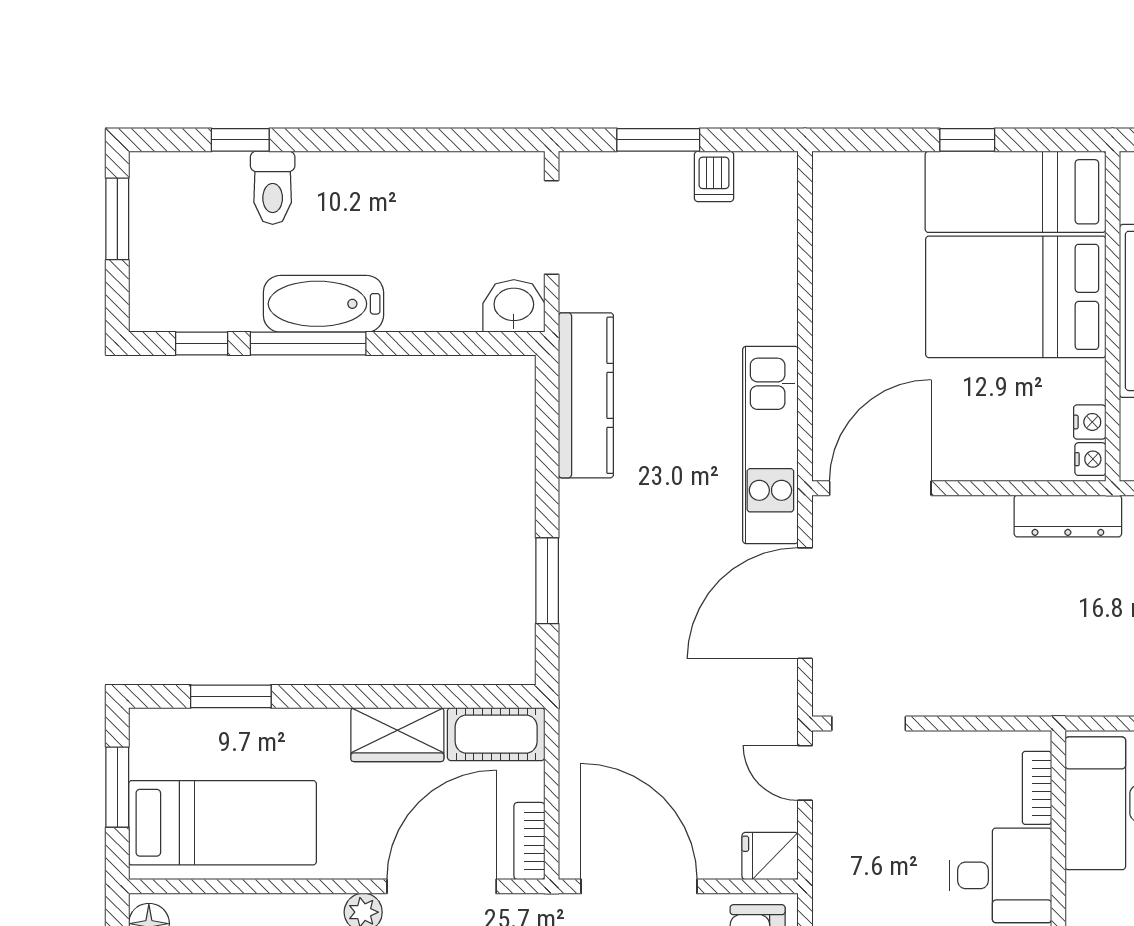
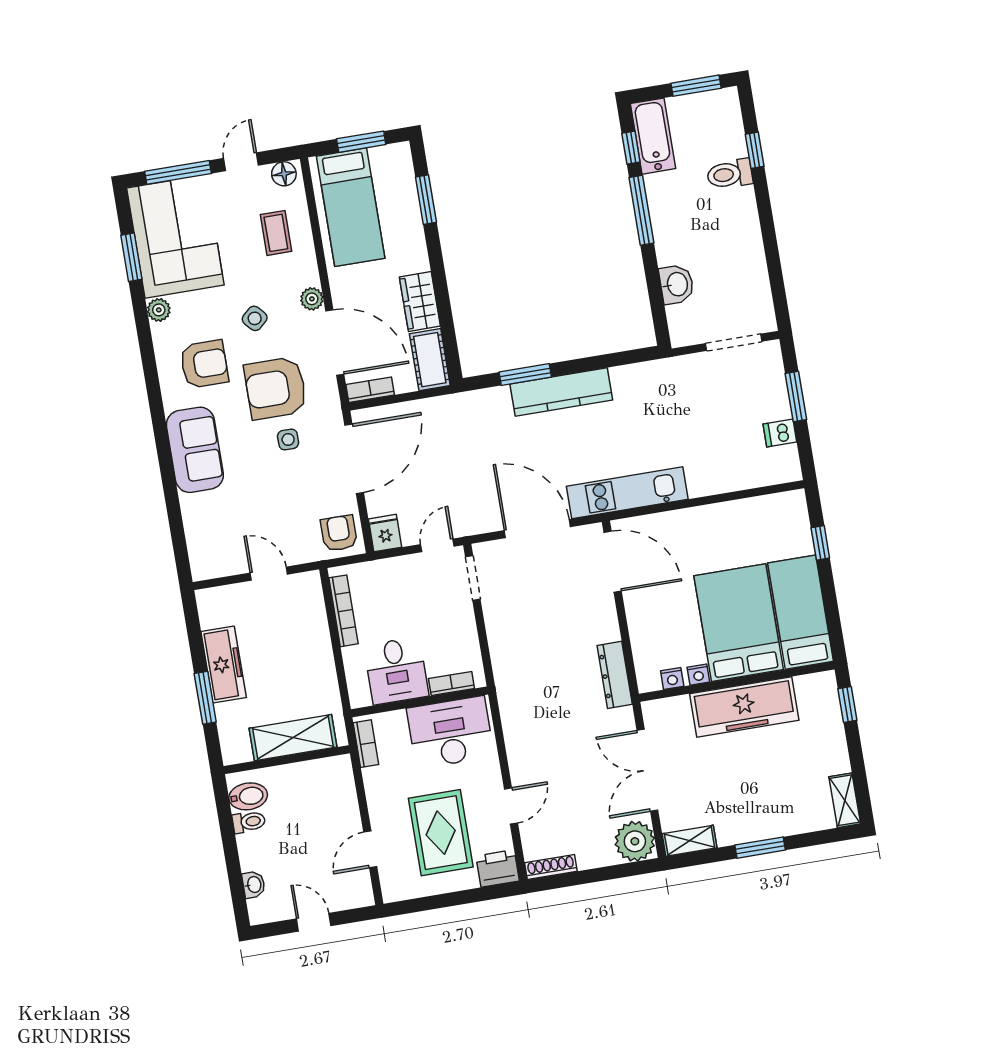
window: (967, 140) -> (820, 543), moved
bathtub: (323, 304) -> (653, 136), moved
washbasin: (514, 306) -> (677, 284), moved
kitchen counter: (586, 395) -> (561, 392), moved
nightstand: (1090, 459) -> (698, 675), moved

